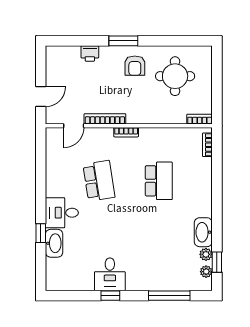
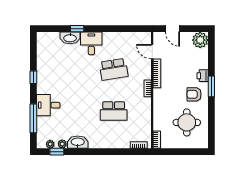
printer: (90, 53) -> (203, 76), moved
plant: (57, 57) -> (200, 40), added
desk: (110, 274) -> (48, 105), moved

